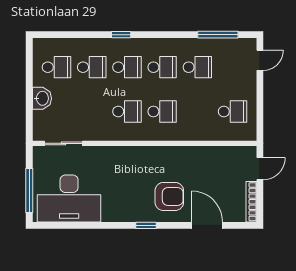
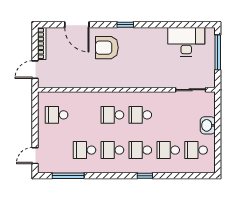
desk: (69, 198) -> (186, 42), width x0.73, depth x0.77

